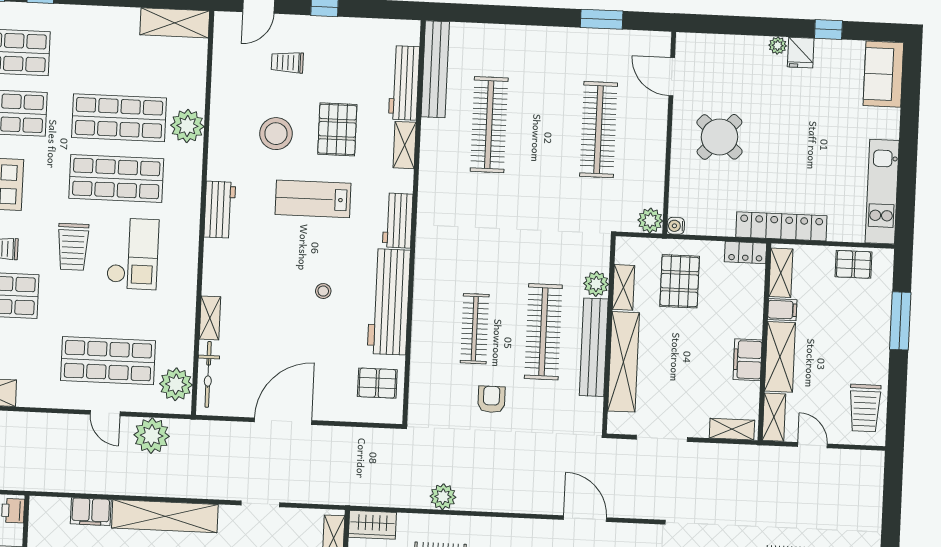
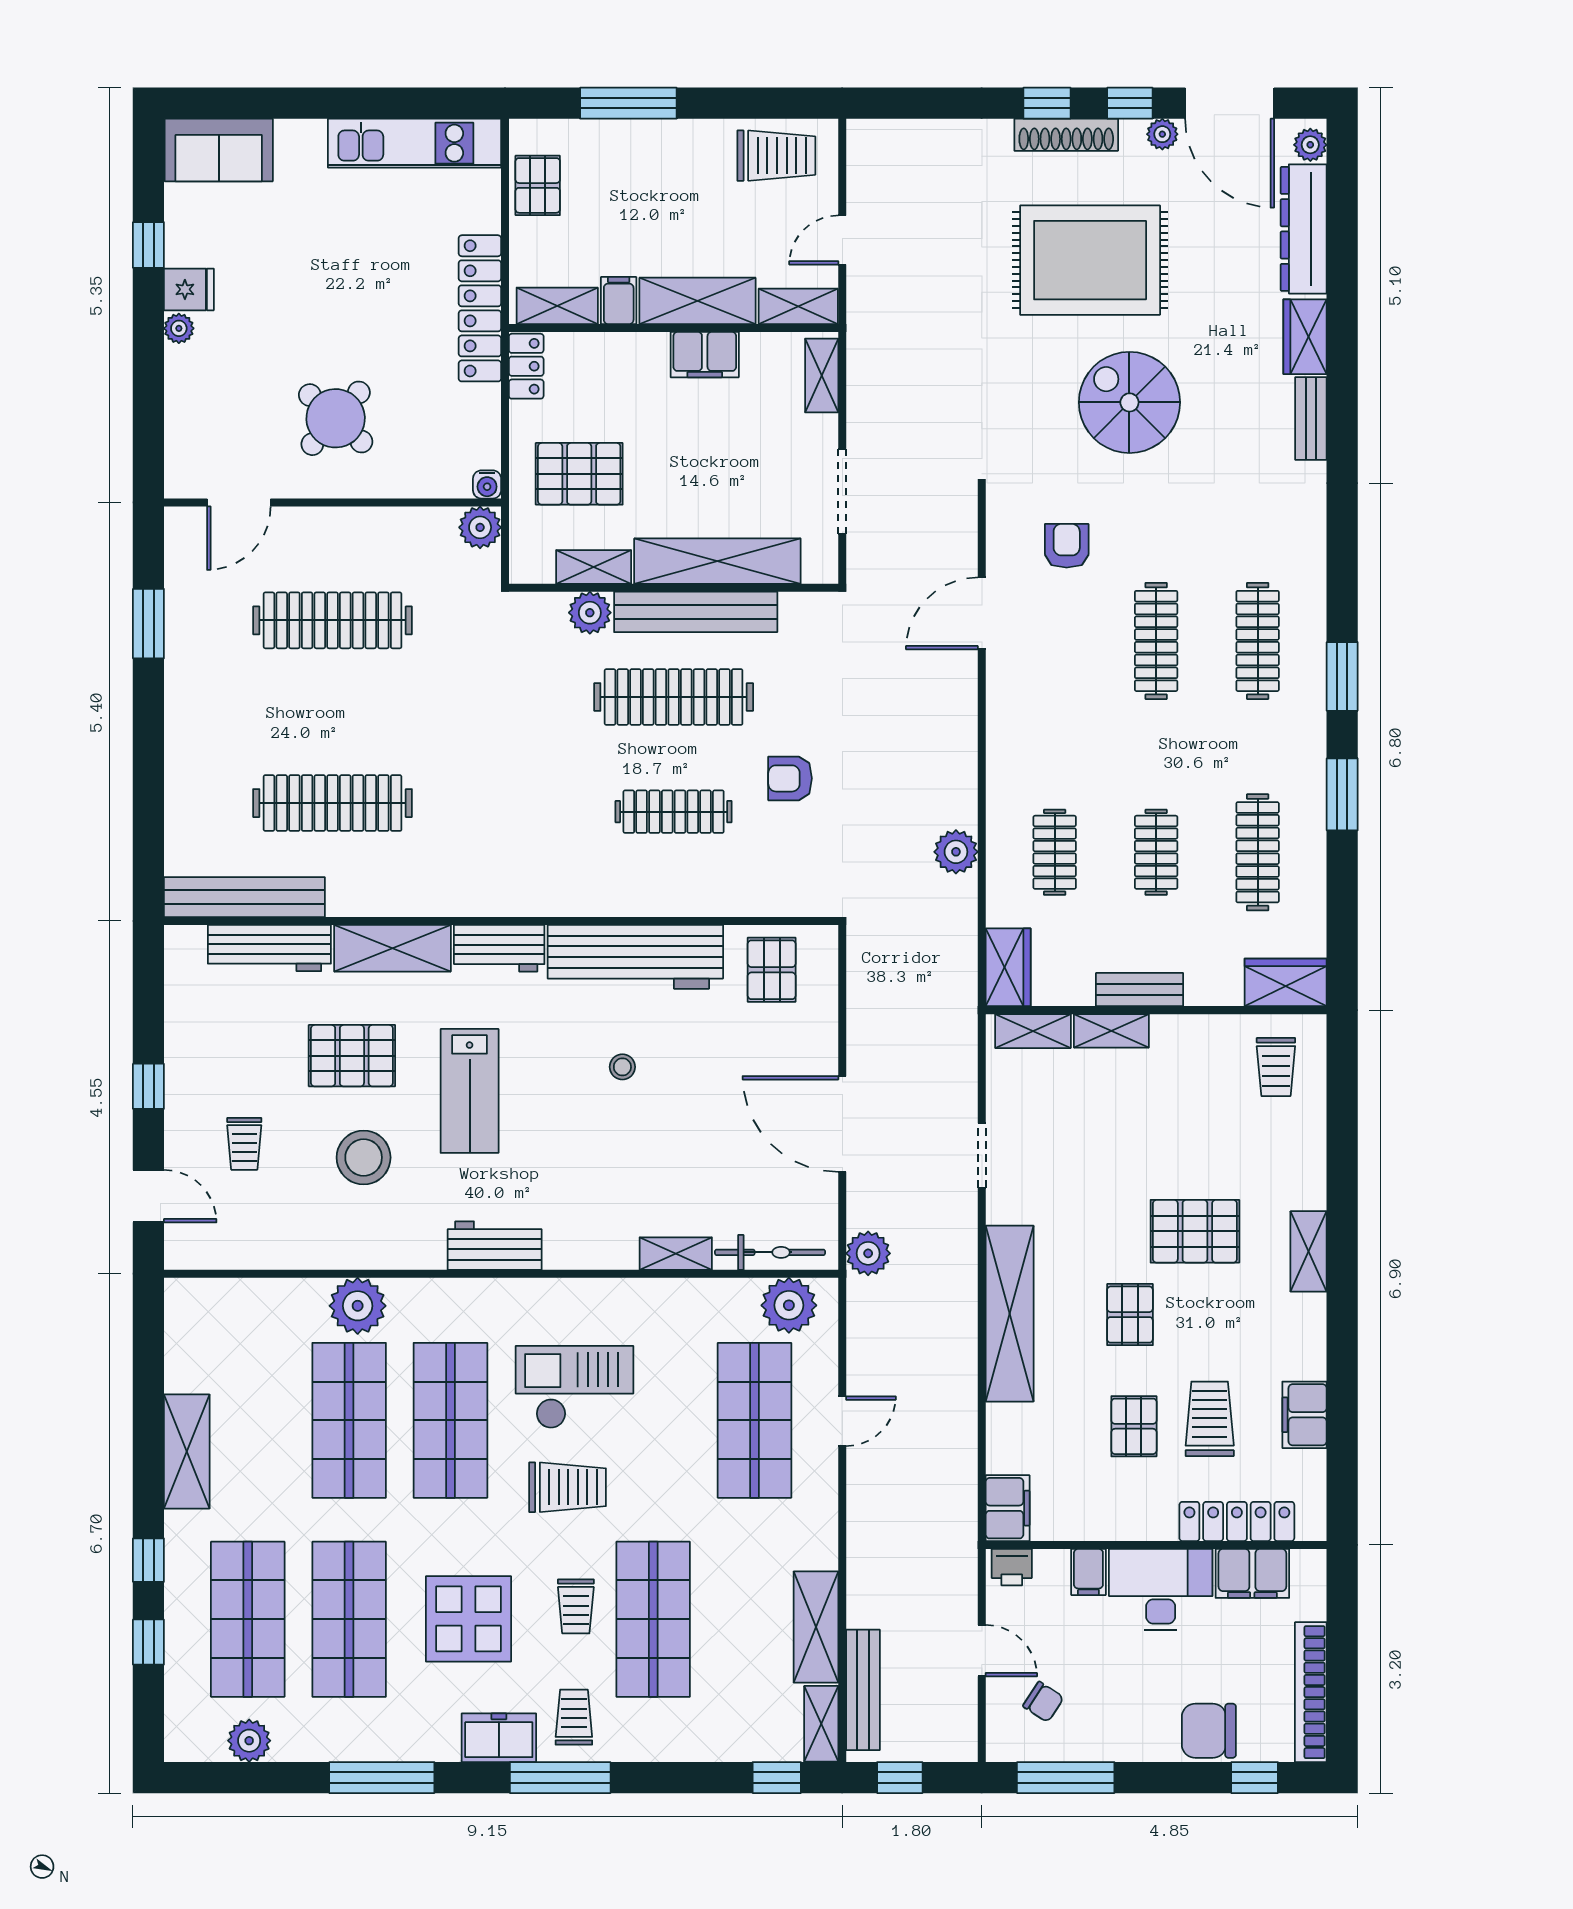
shelving: (175, 23) -> (187, 1451), moved
shelving: (405, 145) -> (392, 948), width x1.50, depth x1.33
plant: (152, 436) -> (868, 1253), moved, width x0.73, depth x0.73
filing cabinet: (91, 512) -> (1008, 1508), moved

